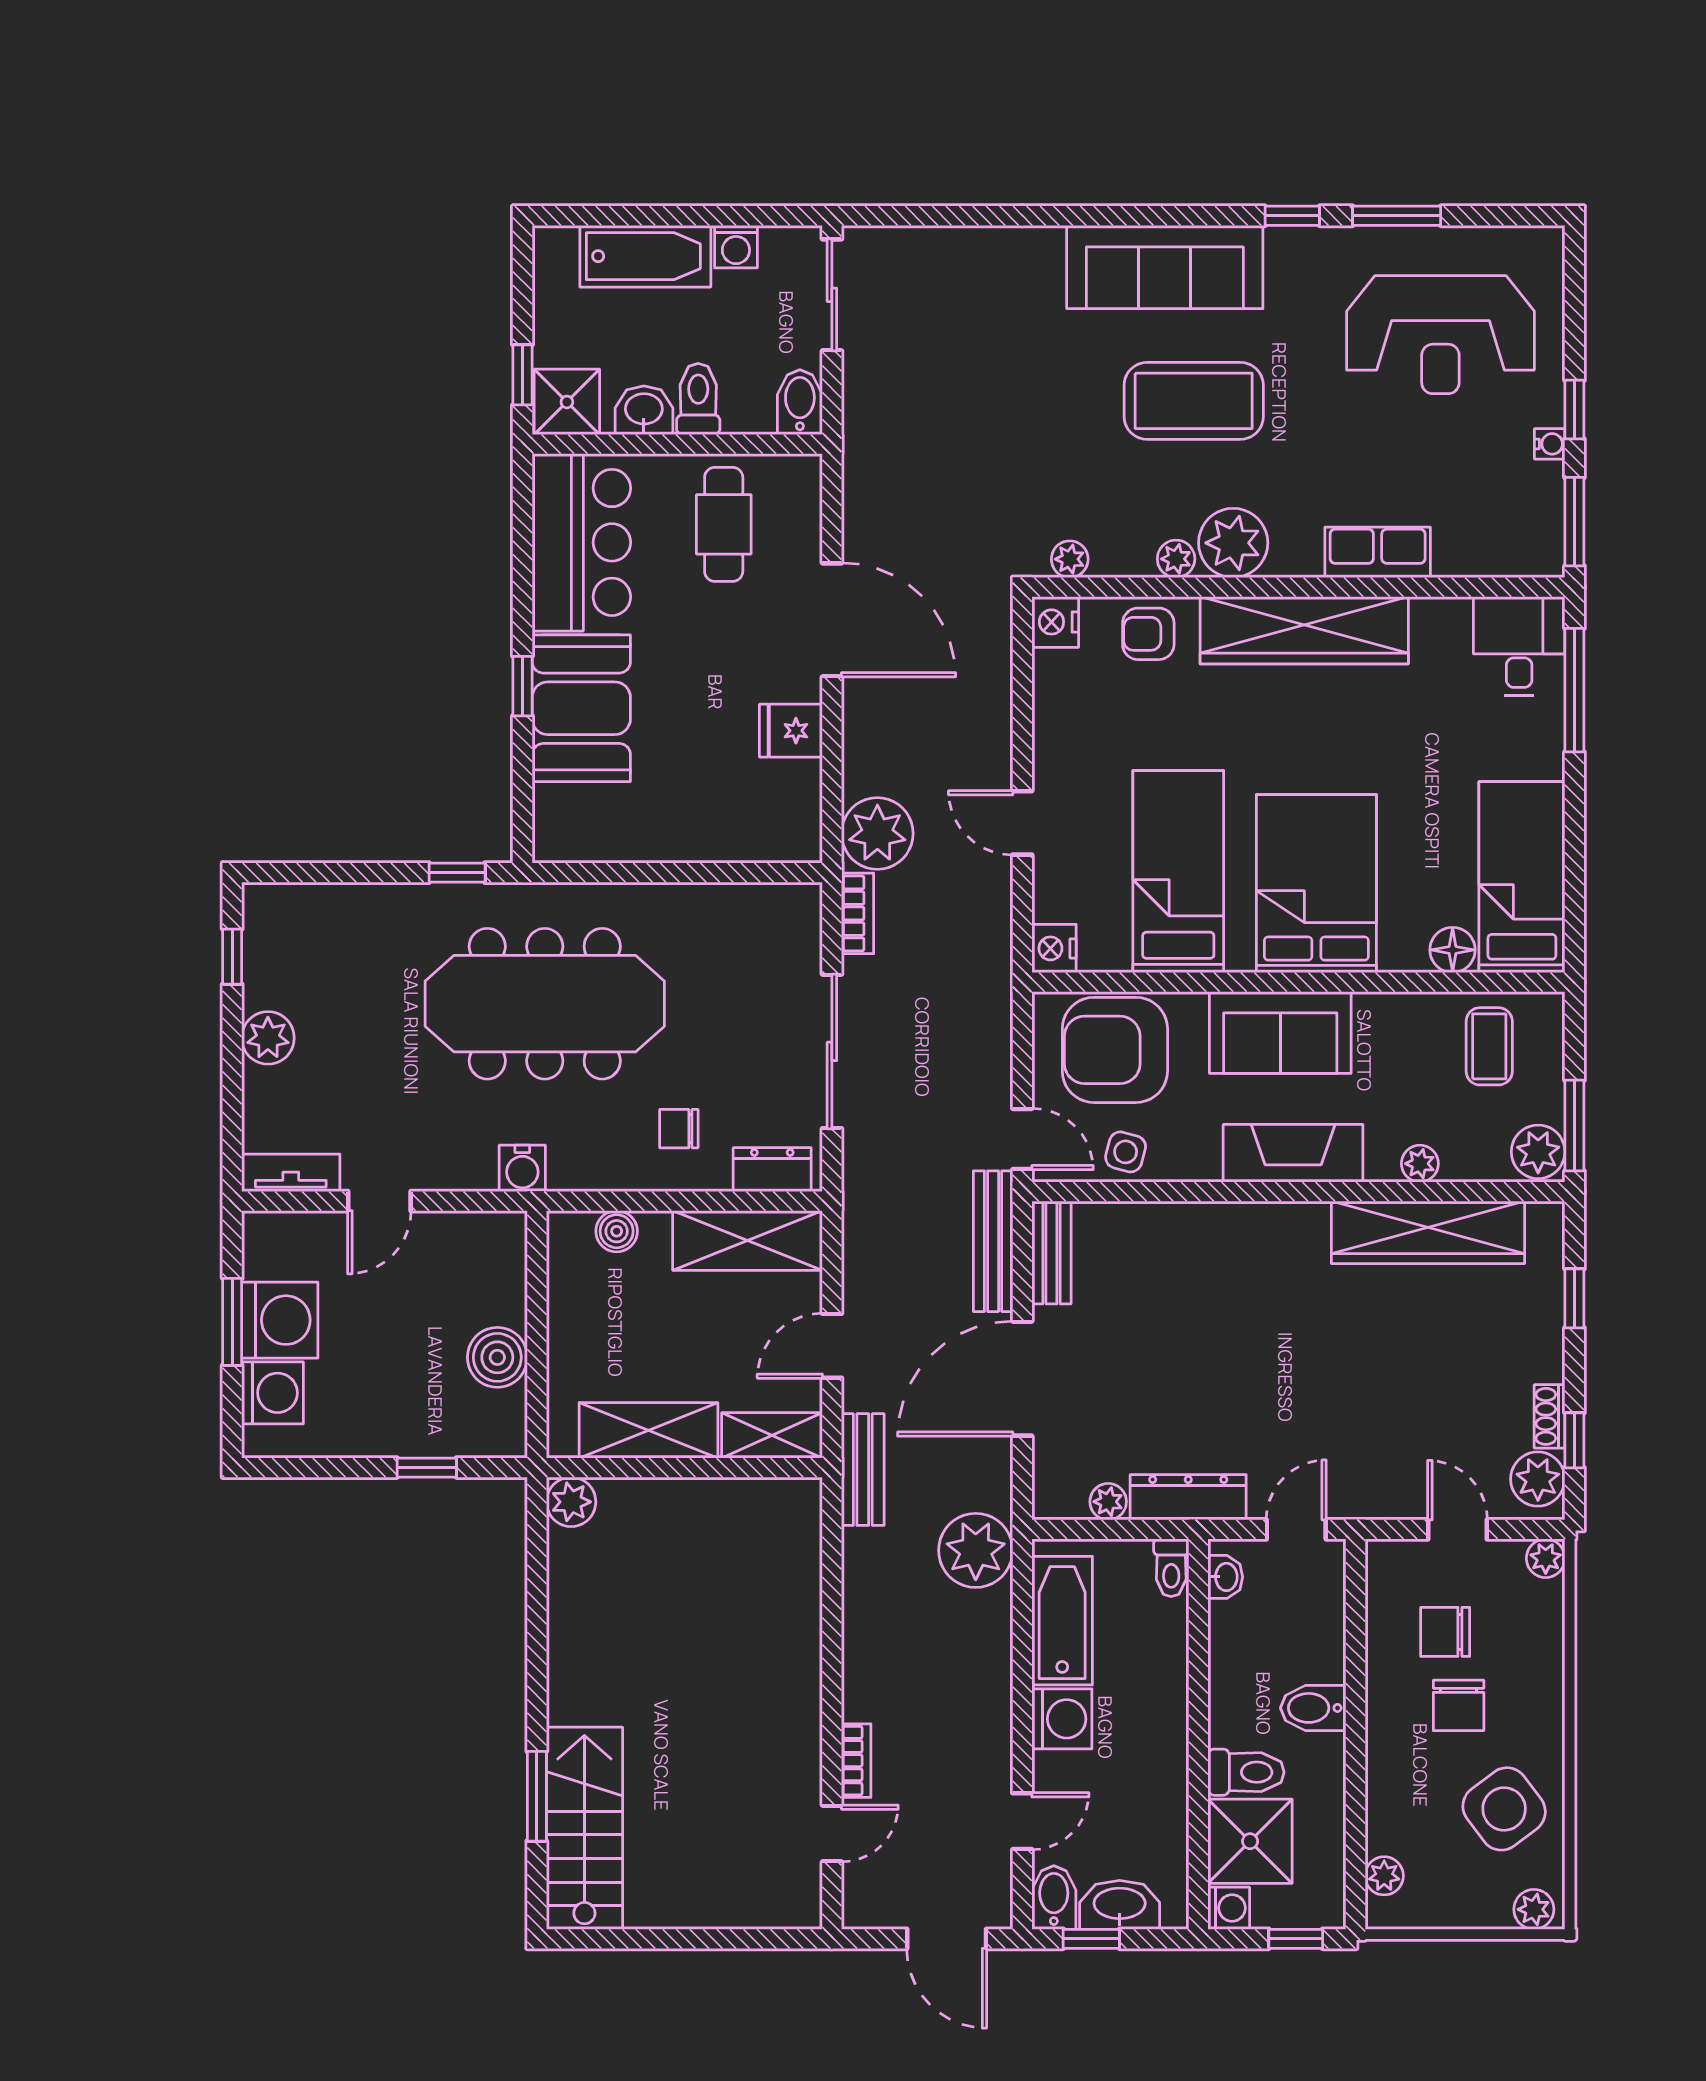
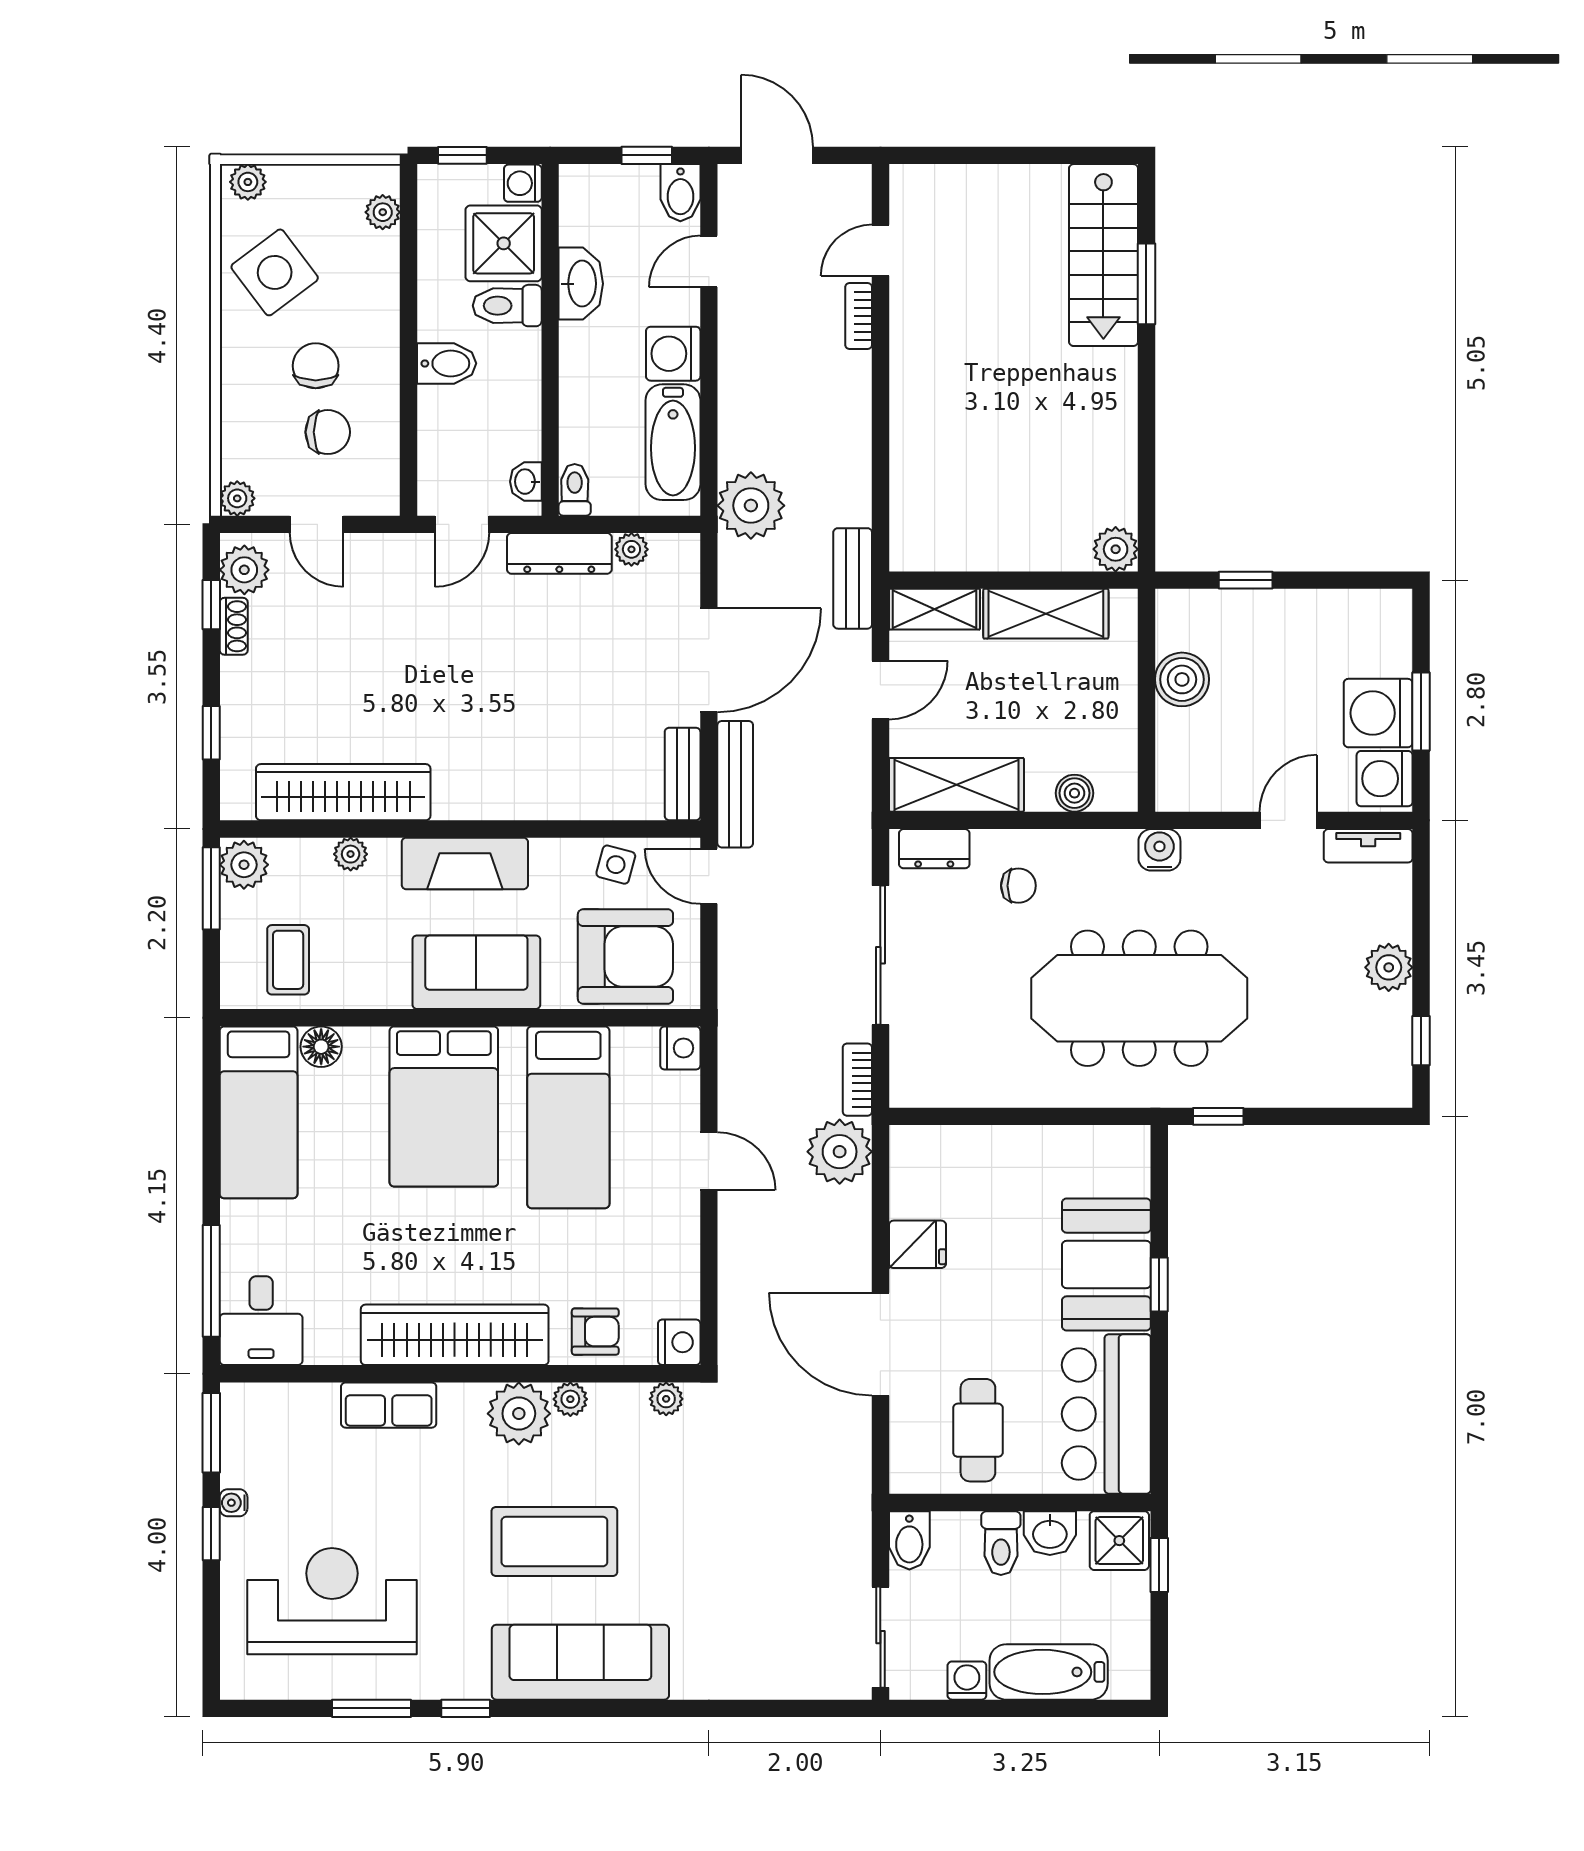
washing machine: (273, 1393) -> (1385, 779), moved
washbasin: (1120, 1905) -> (581, 284), moved, turned -90

